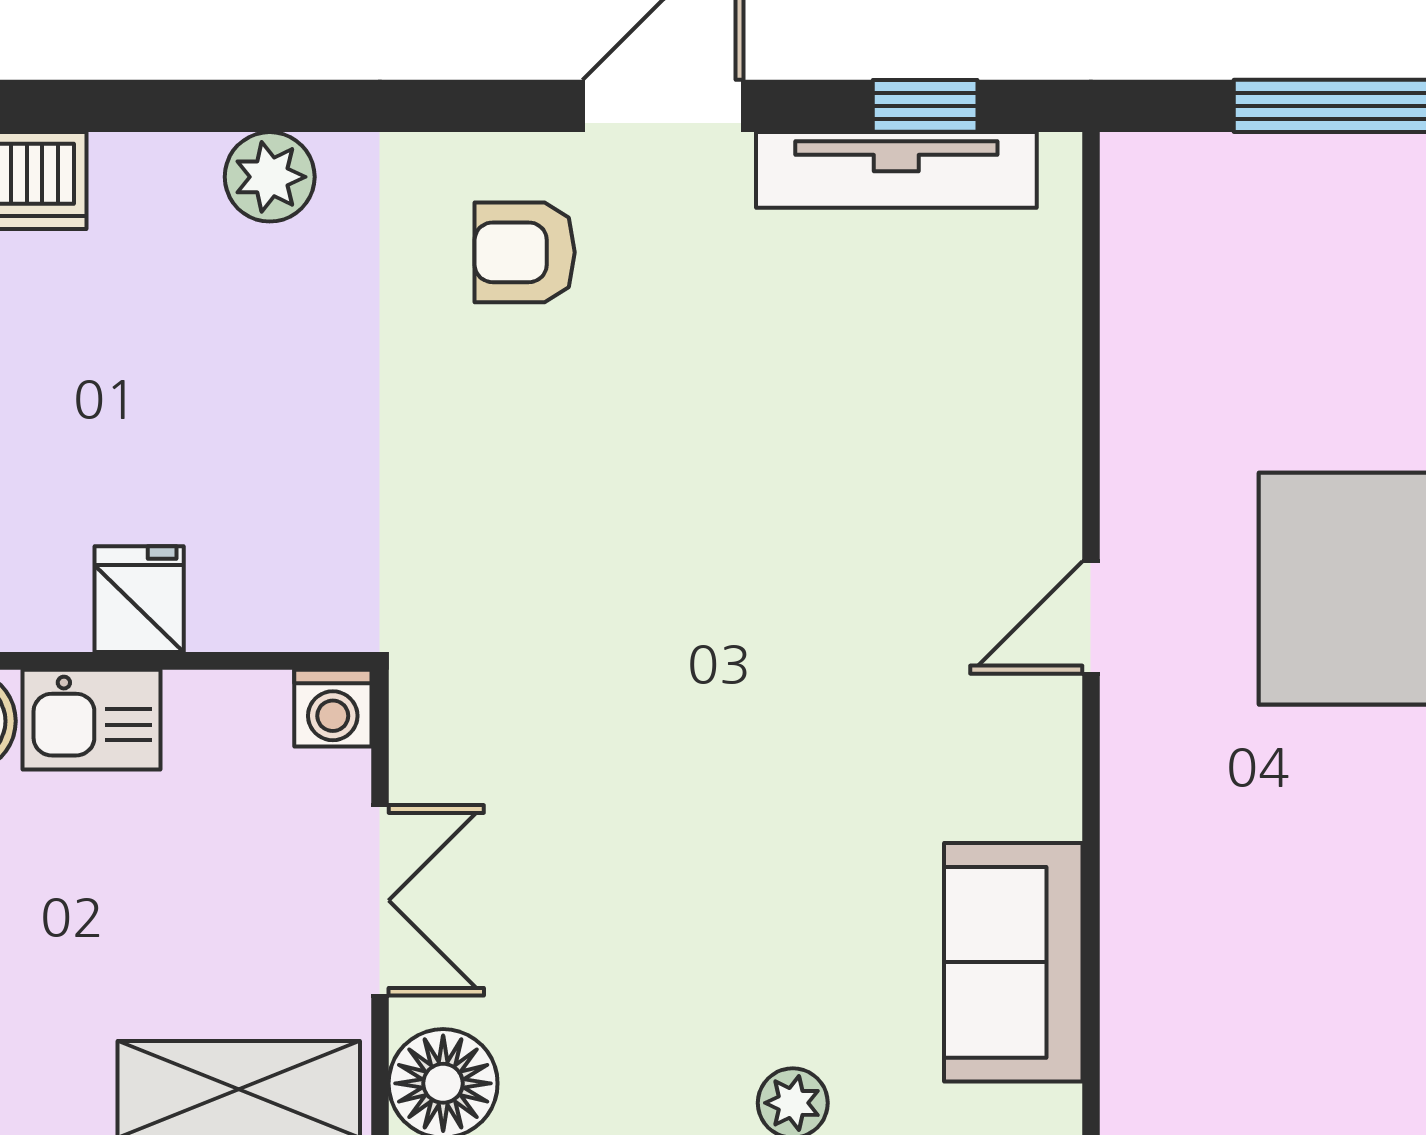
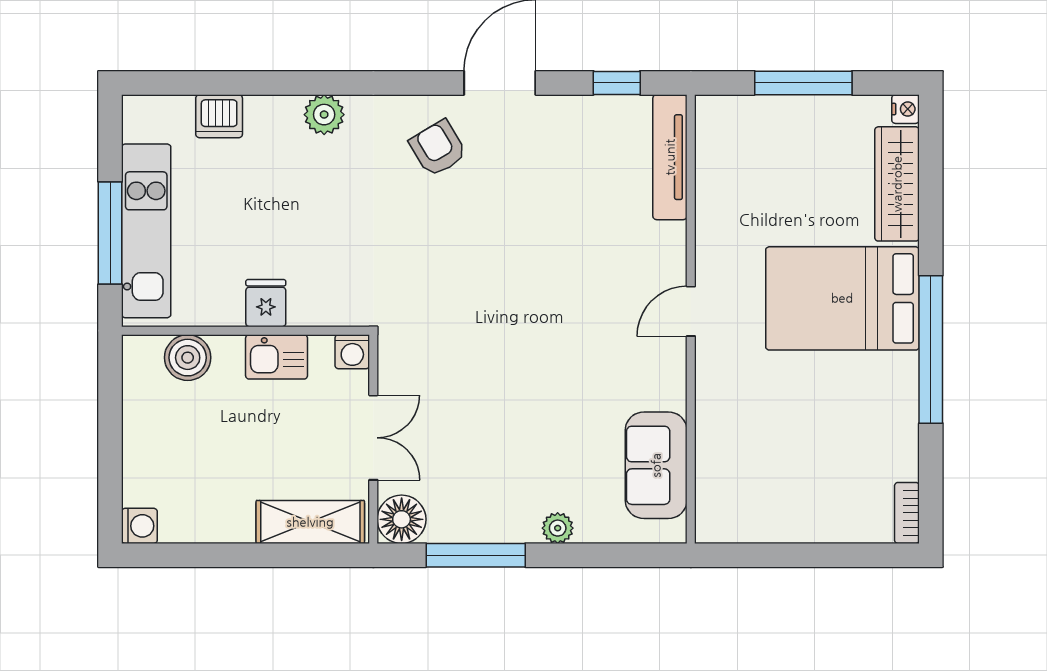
tv unit: (896, 170) -> (670, 157), moved, turned 90
armchair: (525, 252) -> (438, 148), turned 59
kitchen sink: (91, 720) -> (277, 357), moved

